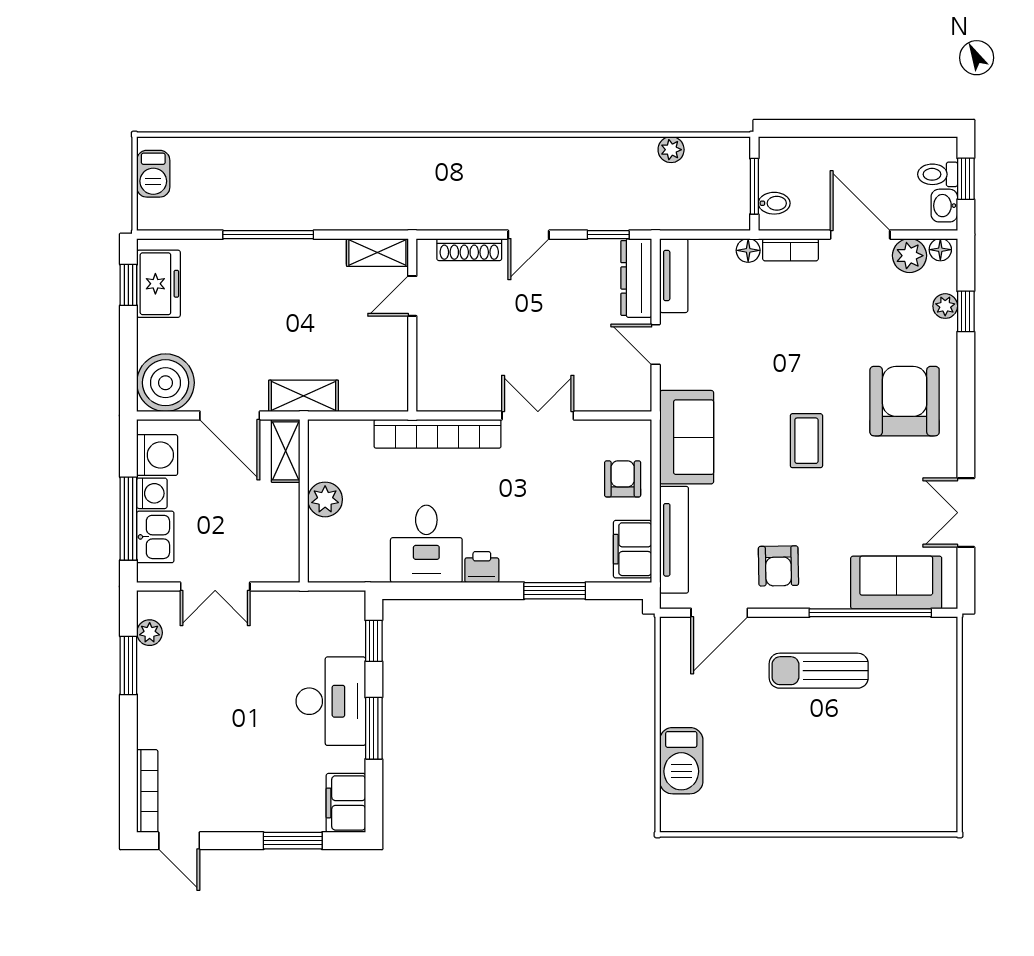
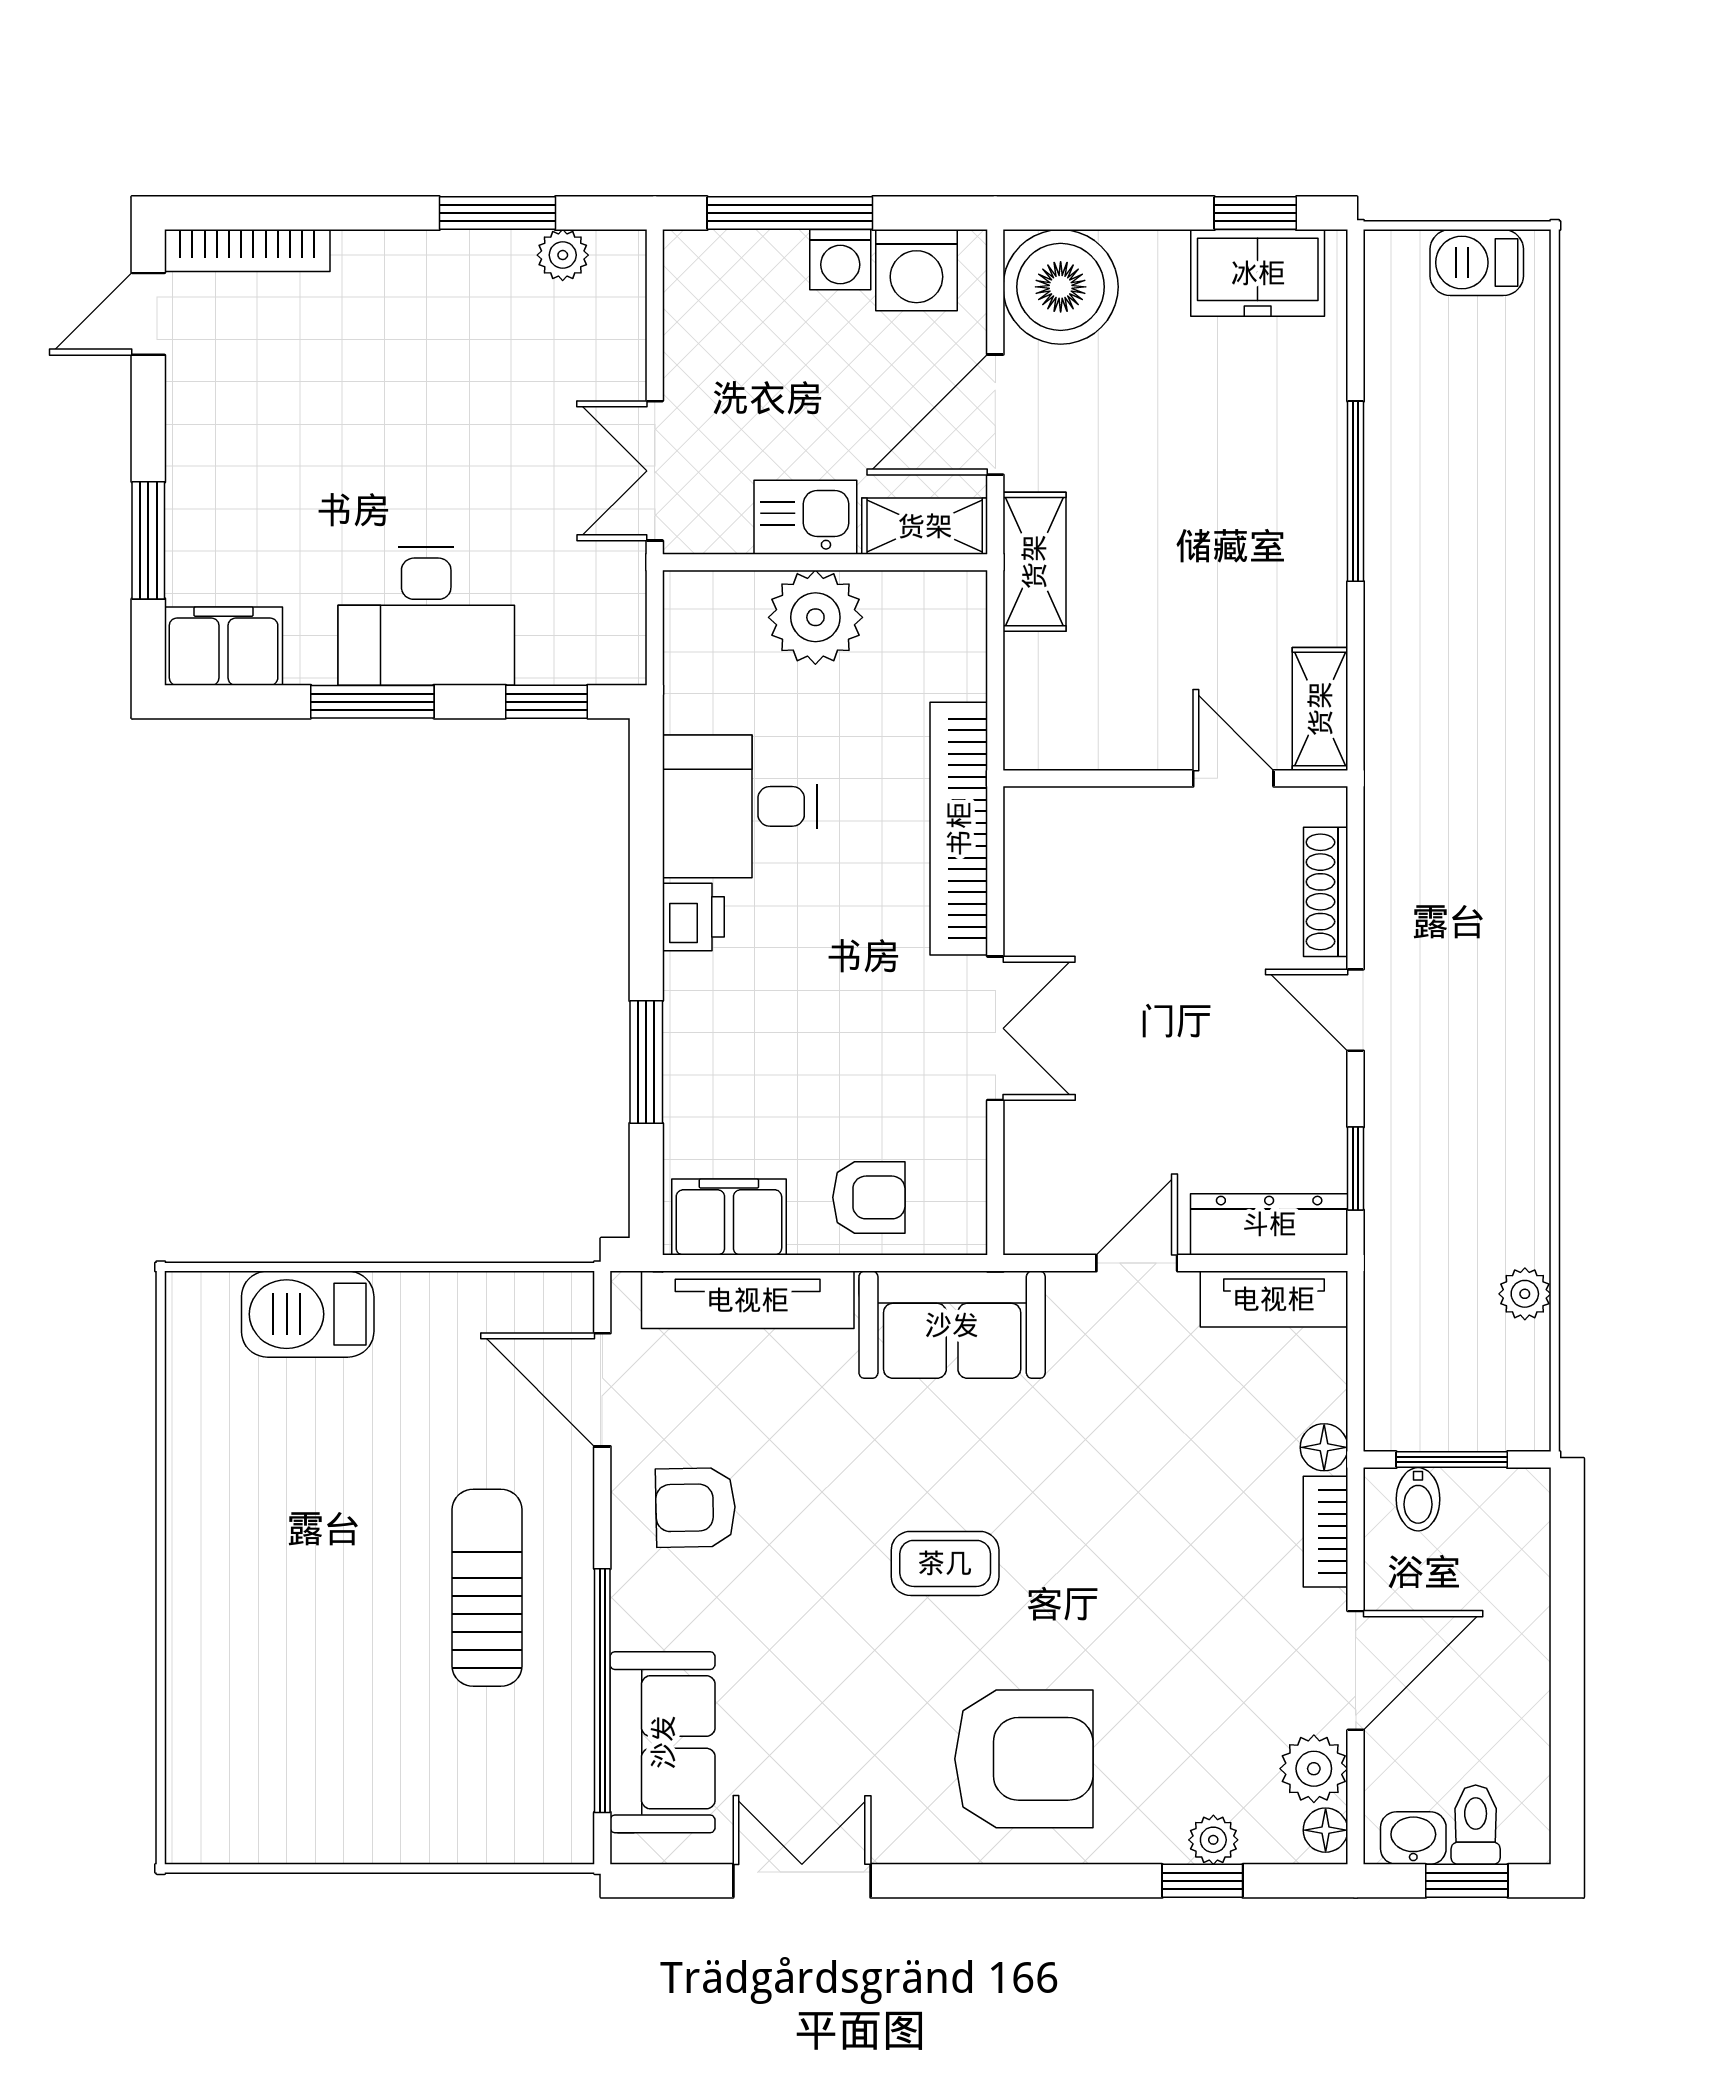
plant: (325, 499) -> (815, 617), width x1.36, depth x1.36
kitchen sink: (155, 537) -> (805, 517), moved, turned 180
double door: (215, 586) -> (655, 471), moved

